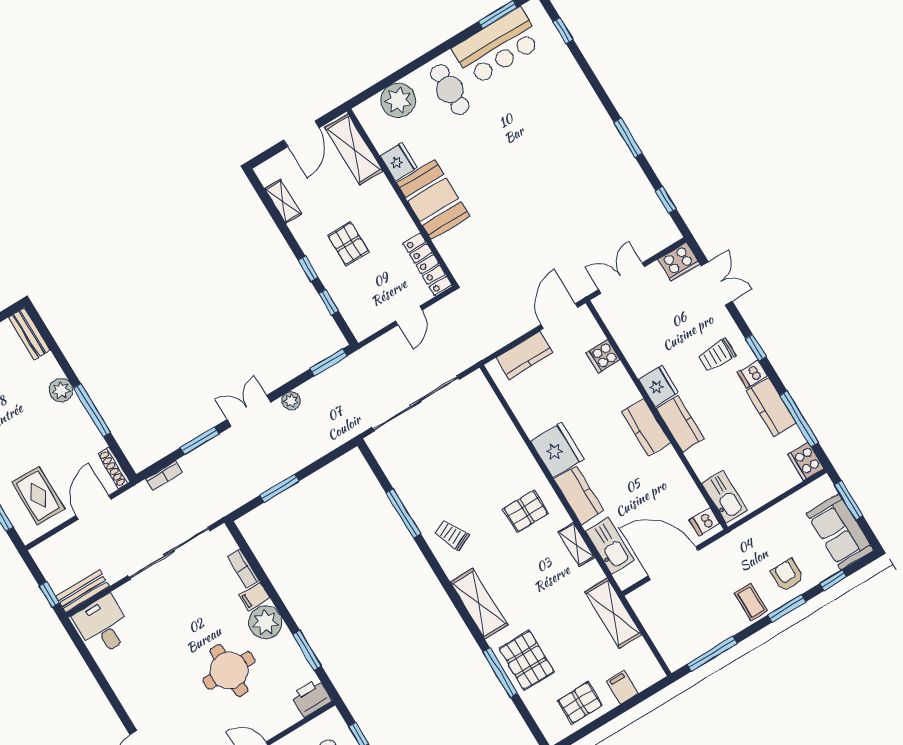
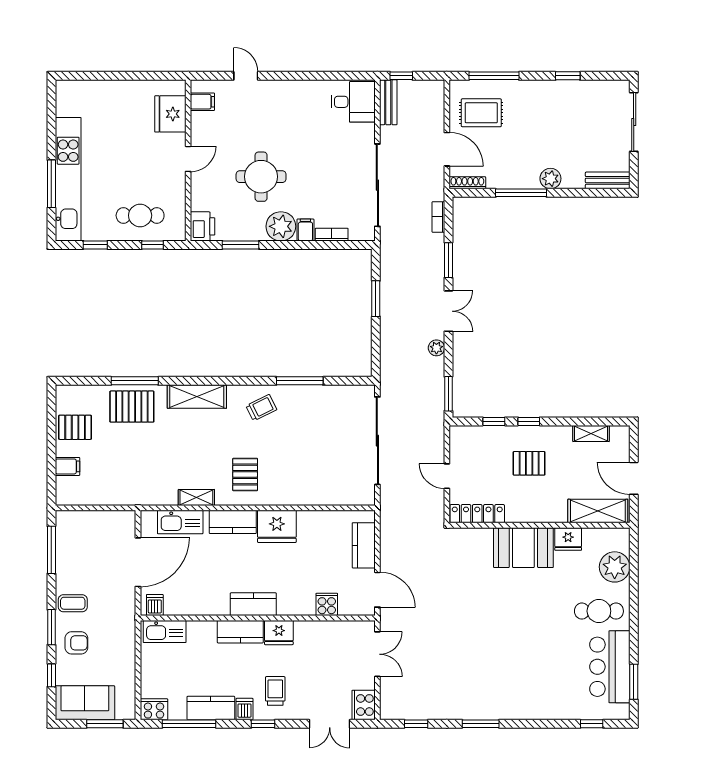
shelving: (613, 613) -> (128, 494), removed
pallet: (580, 703) -> (75, 427), turned 90

